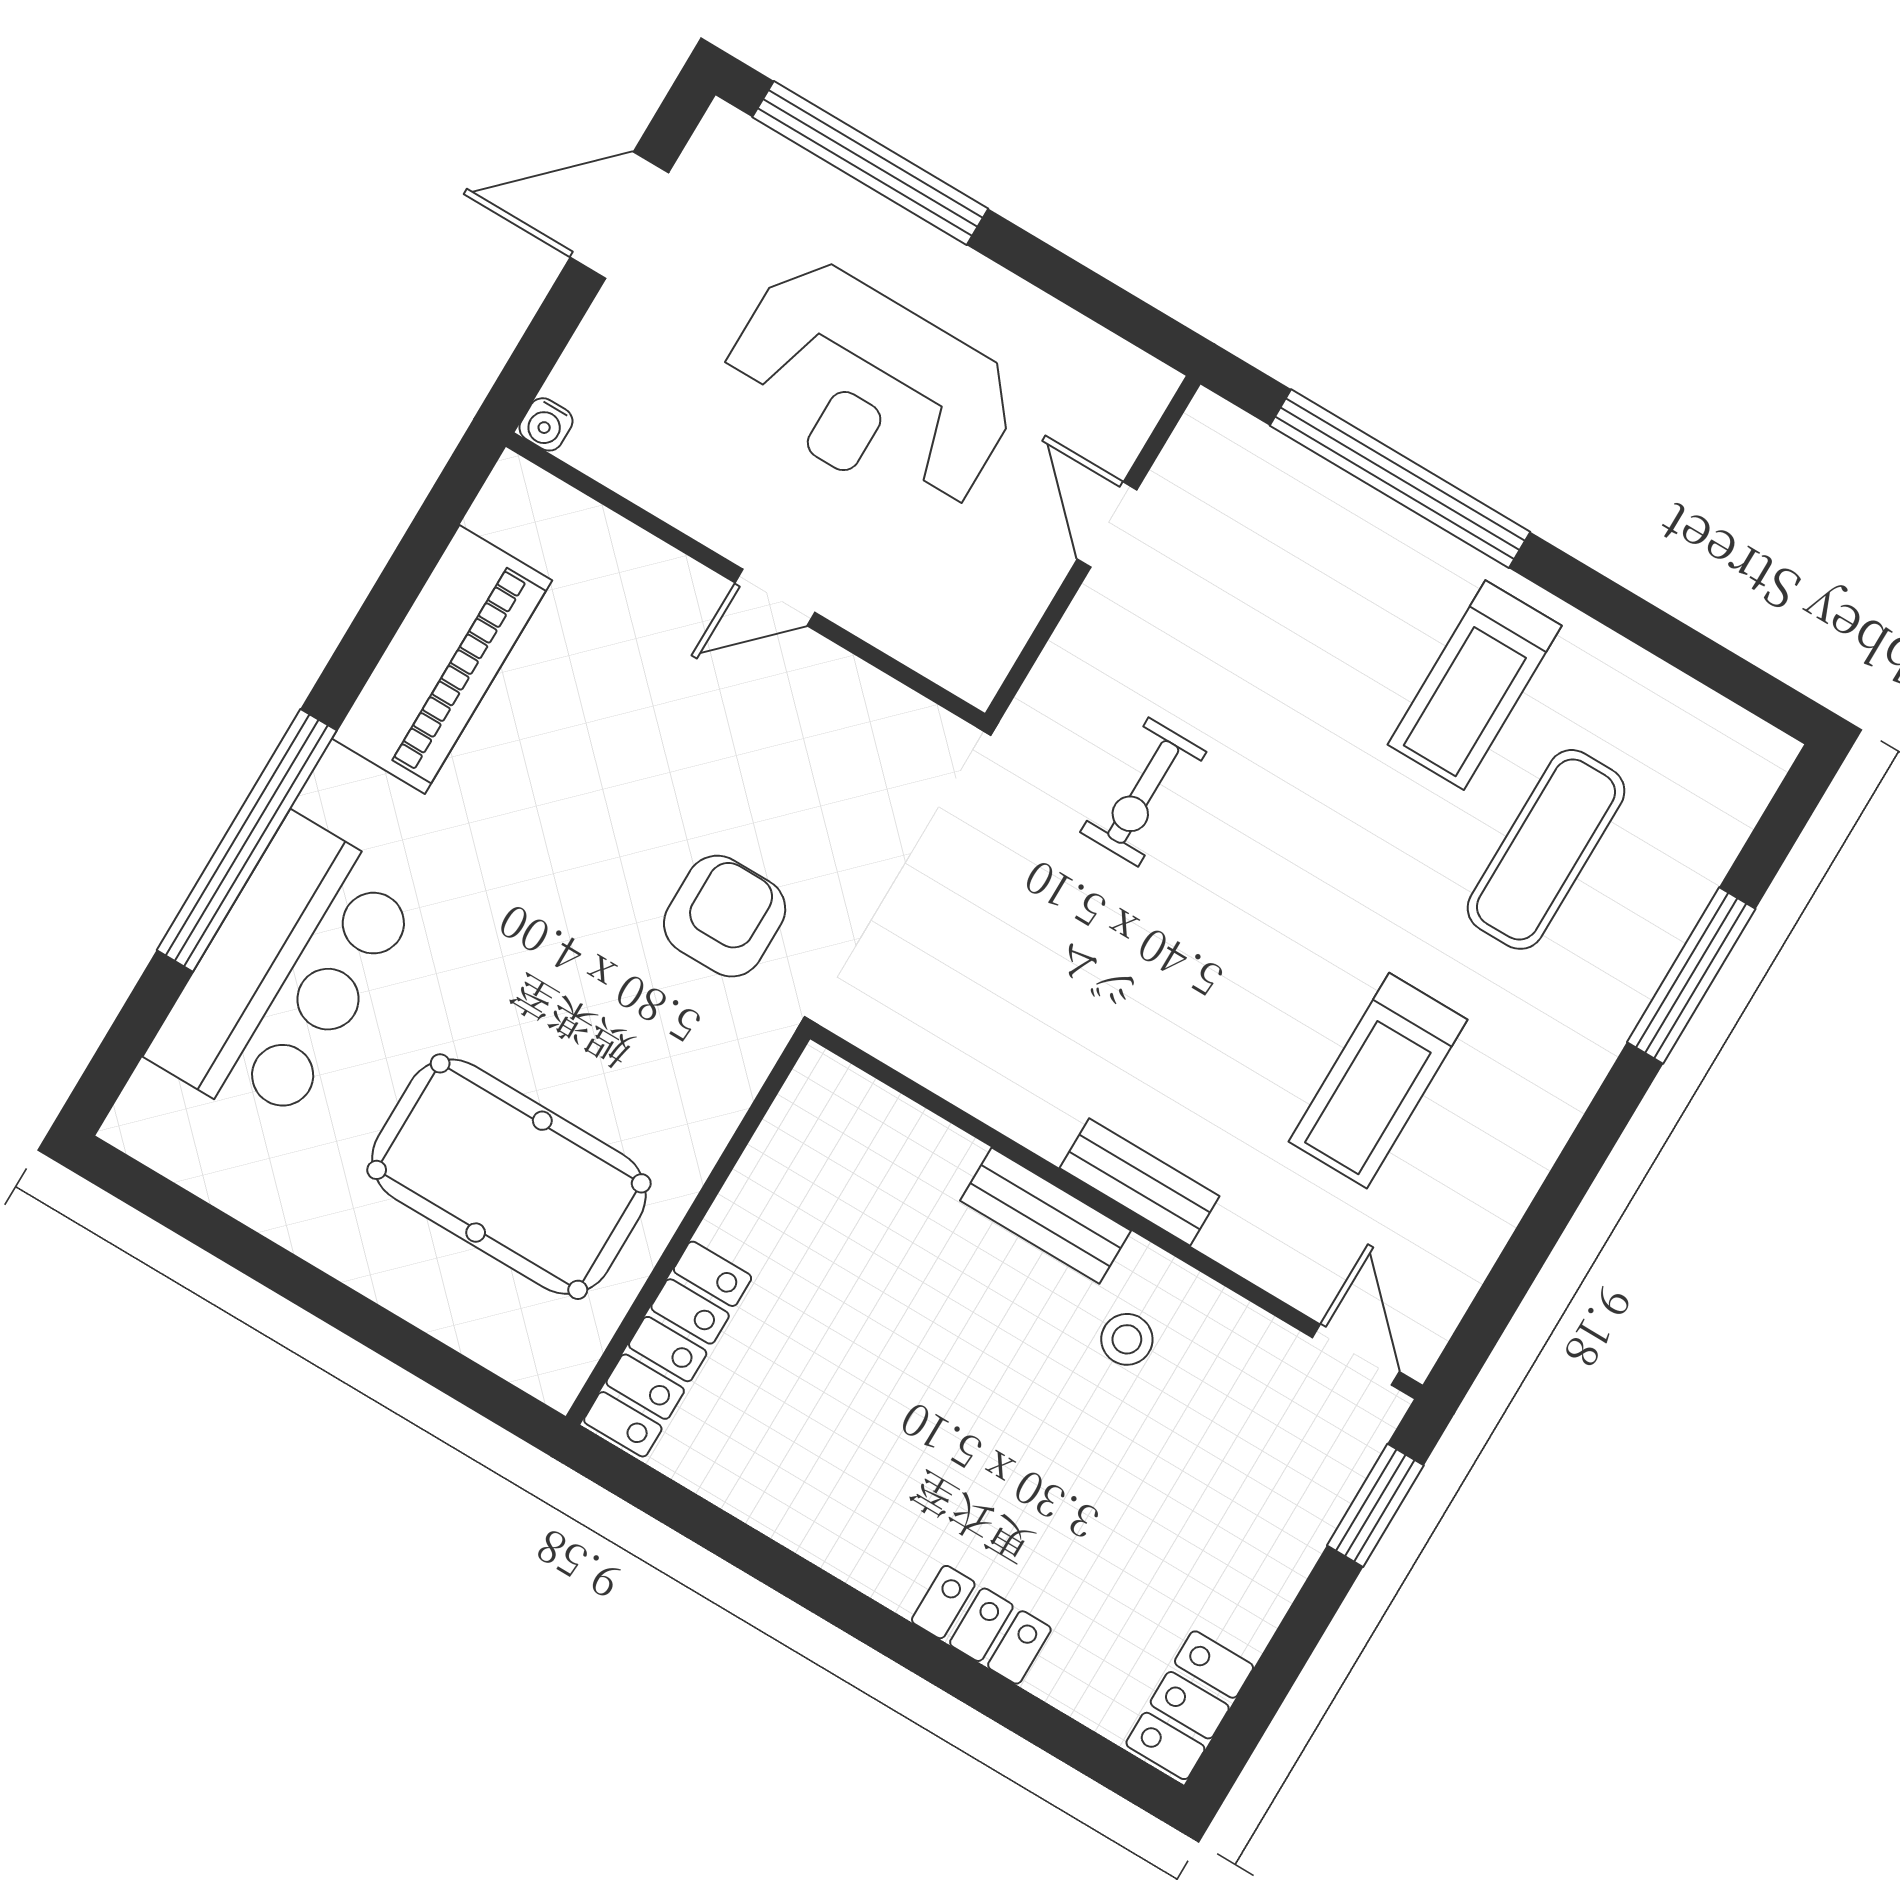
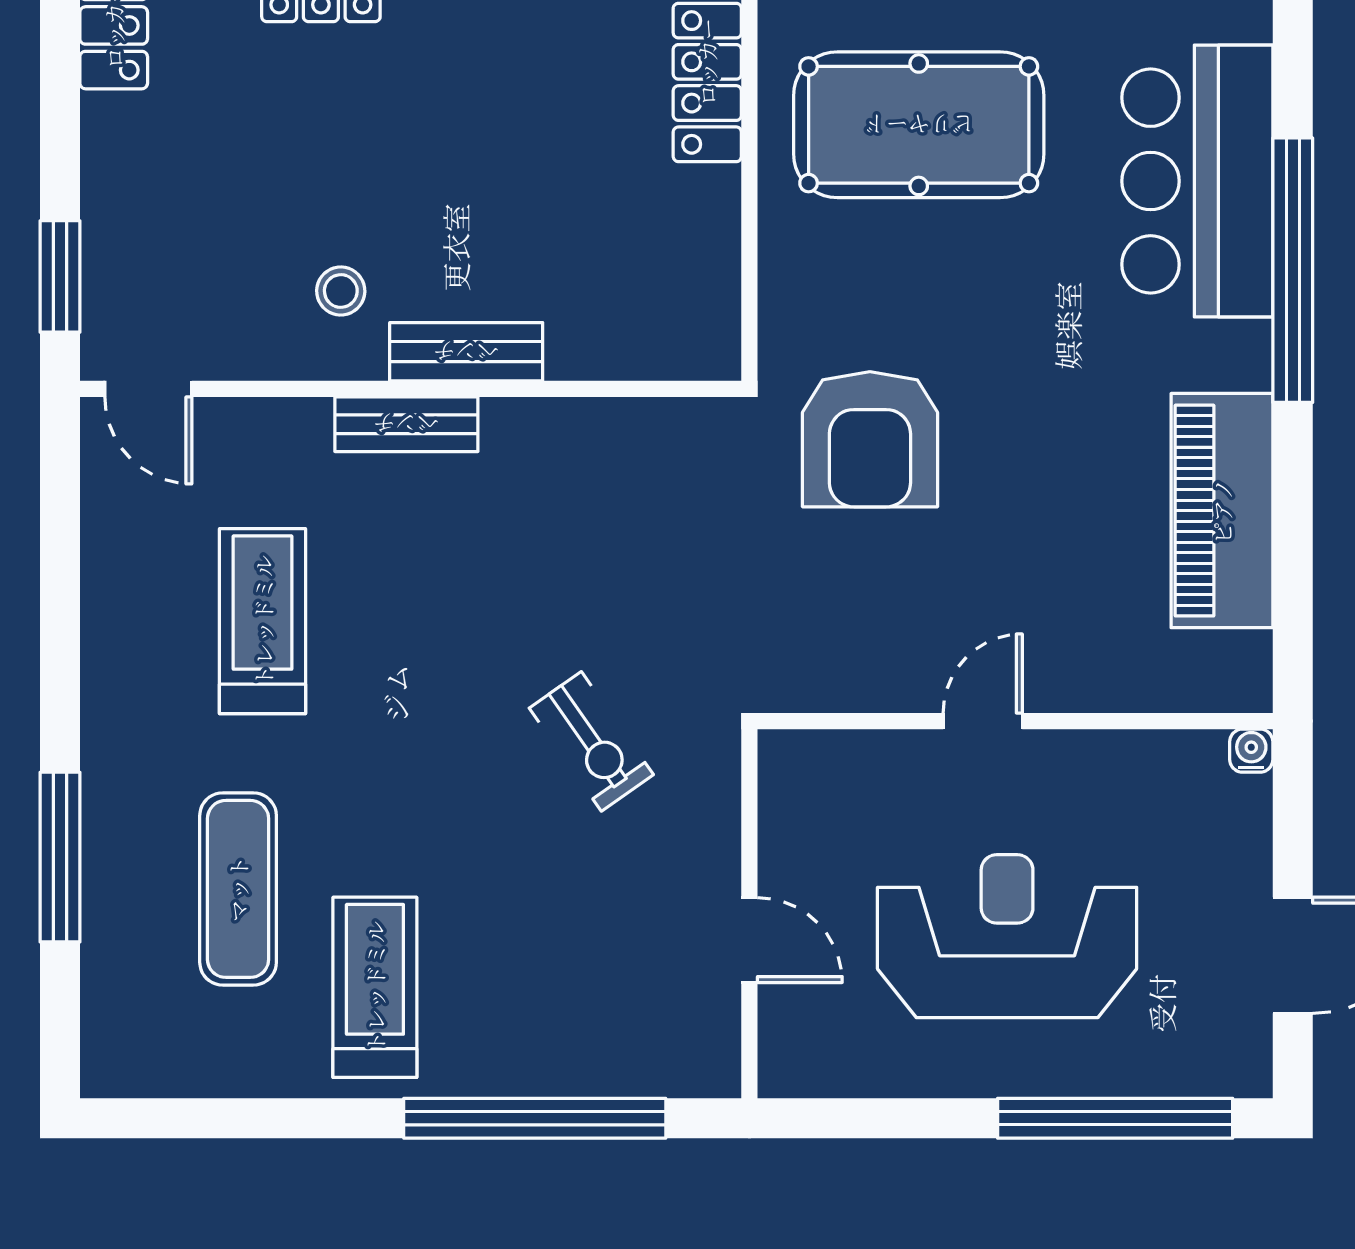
exercise bike: (1143, 792) -> (591, 741), turned 145
armchair: (725, 916) -> (870, 439), width x1.36, depth x1.36

